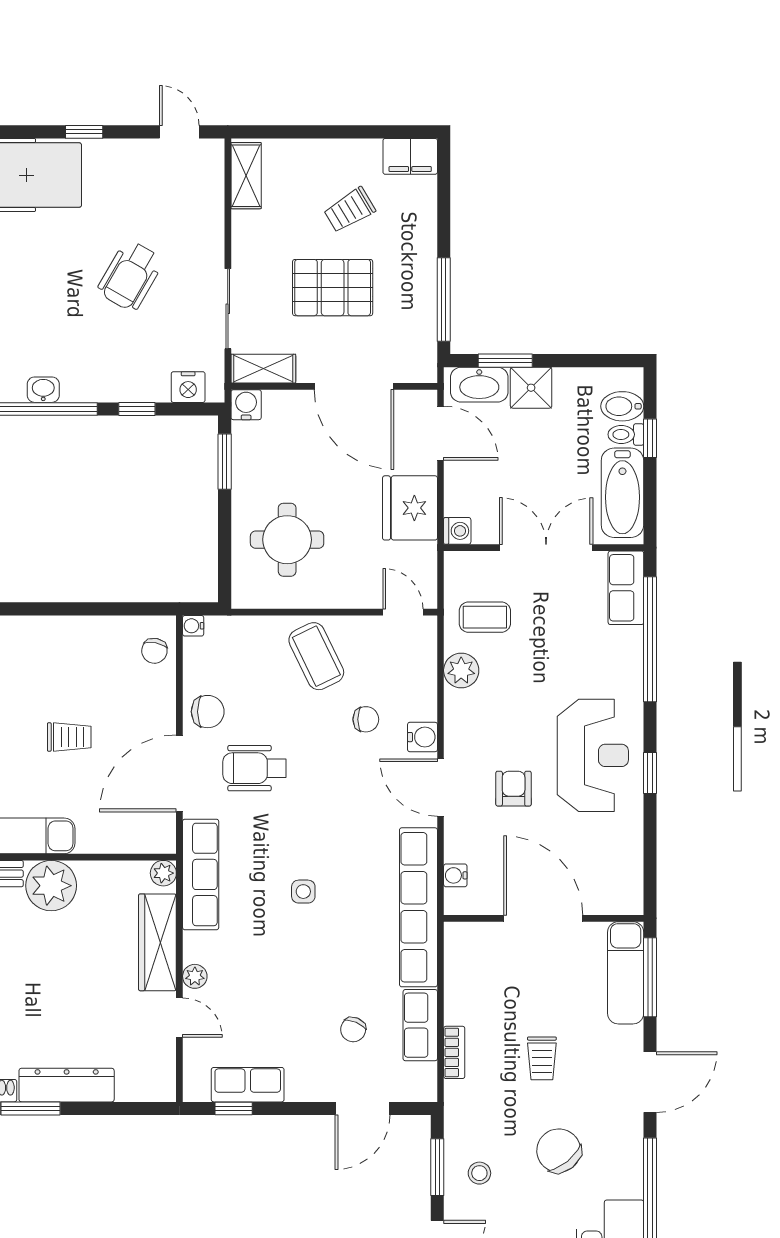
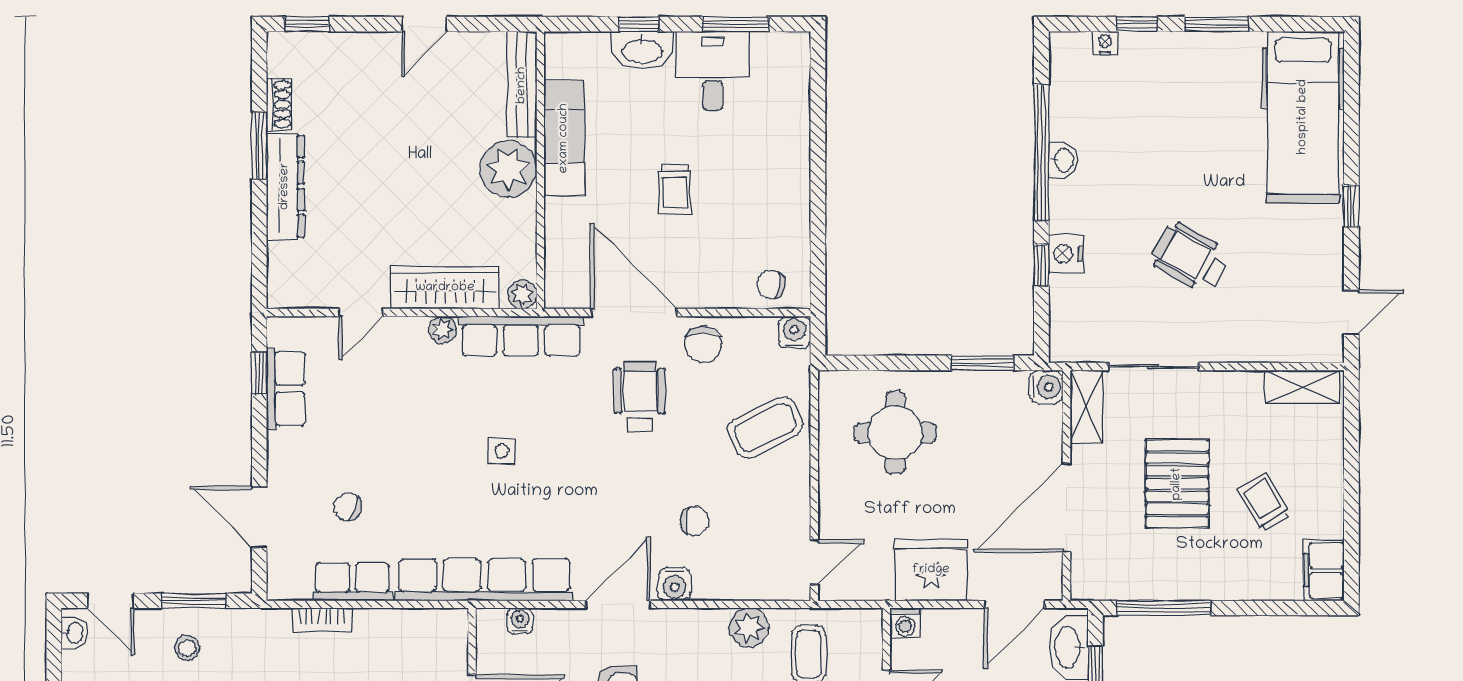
nightstand: (188, 387) -> (1066, 254), moved
water cooler: (193, 626) -> (795, 332), width x1.38, depth x1.38
coffee table: (316, 656) -> (765, 427), moved
chair: (366, 719) -> (694, 521), turned -86
plant: (195, 976) -> (442, 330), moved

